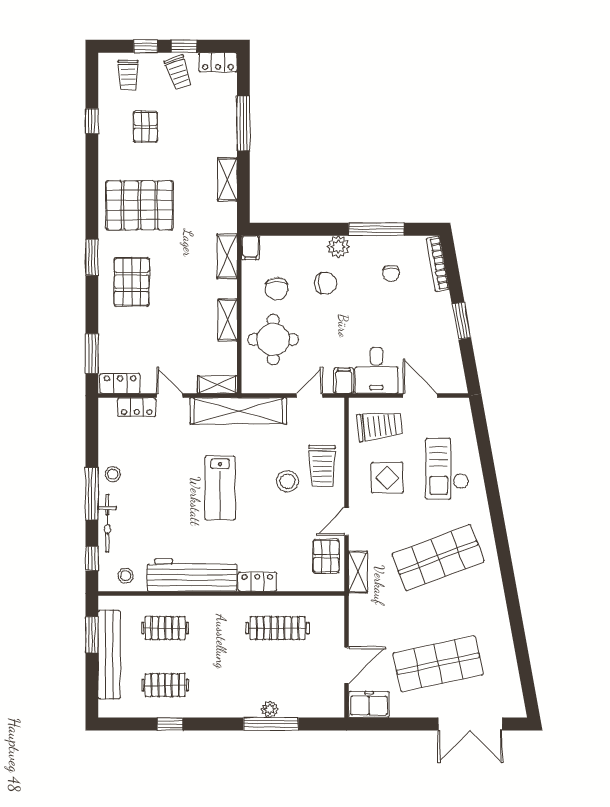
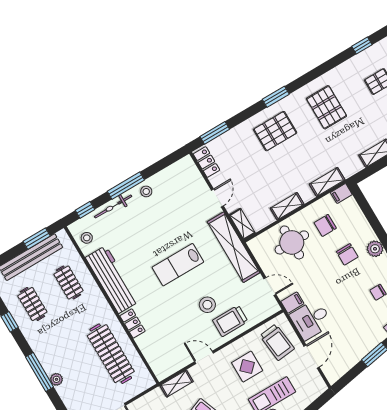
pallet: (139, 205) -> (326, 107), width x0.73, depth x0.71
locker: (137, 407) -> (198, 181), removed
pallet: (326, 556) -> (174, 357), removed
clothes rail: (278, 628) -> (111, 354), width x1.37, depth x1.31
window: (271, 724) -> (39, 372), moved

